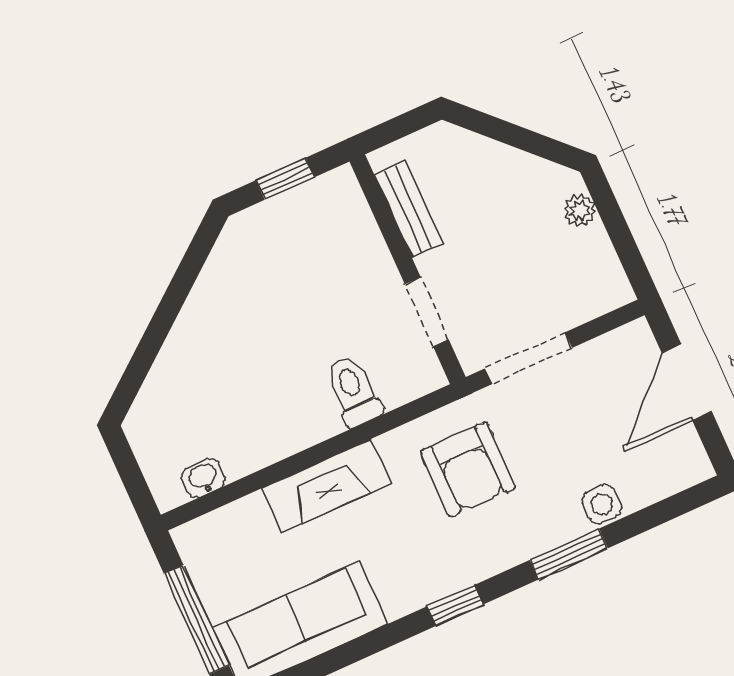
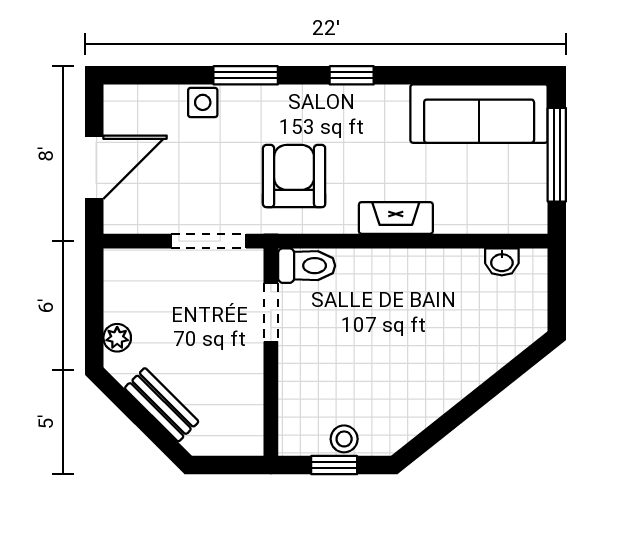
bench: (409, 209) -> (162, 405), moved, turned -45
stool: (287, 212) -> (344, 439), added
toilet: (353, 391) -> (307, 266), moved, turned -90
fireplace: (326, 486) -> (396, 218), width x0.73, depth x0.76

